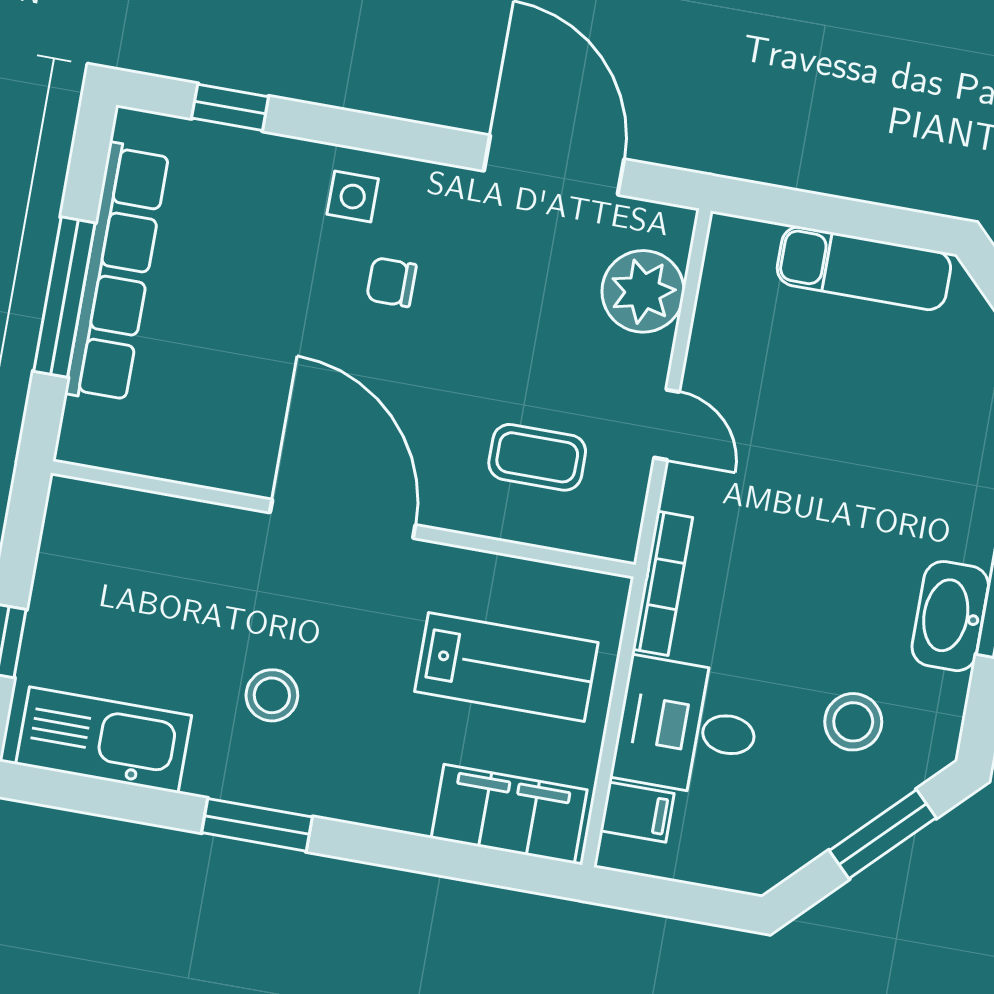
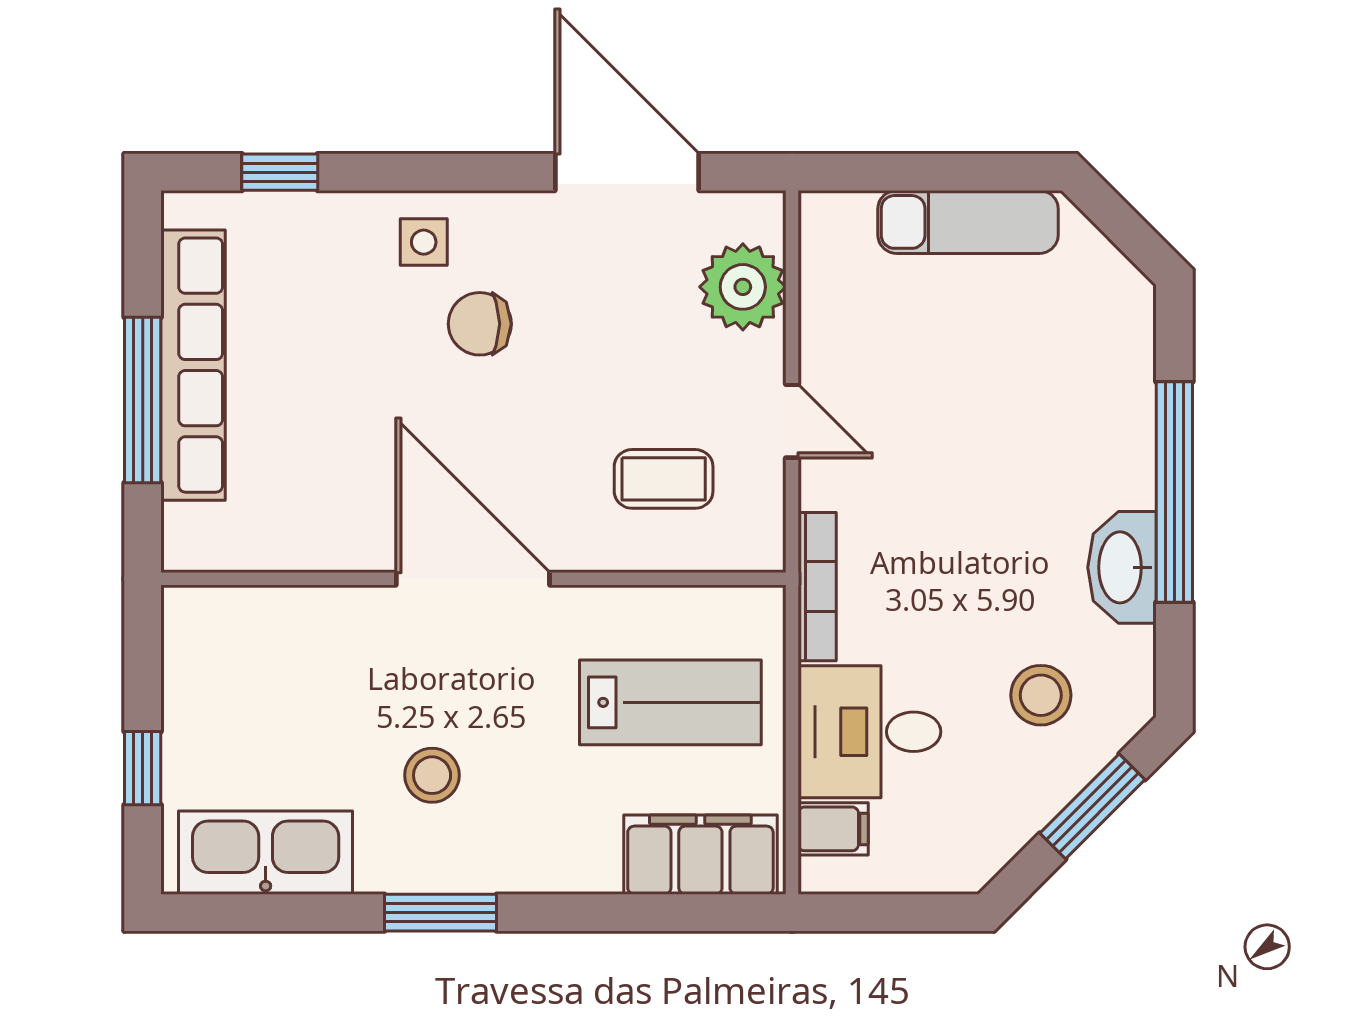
chair: (391, 282) -> (480, 324), width x1.37, depth x1.37

